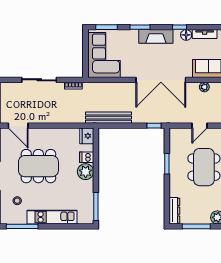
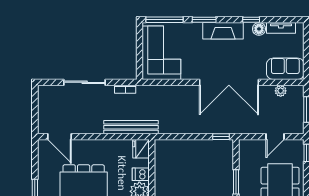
window: (107, 27) -> (165, 20), width x1.44
bench: (109, 118) -> (131, 127), moved

